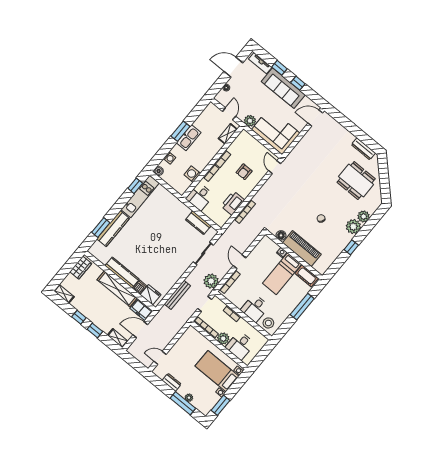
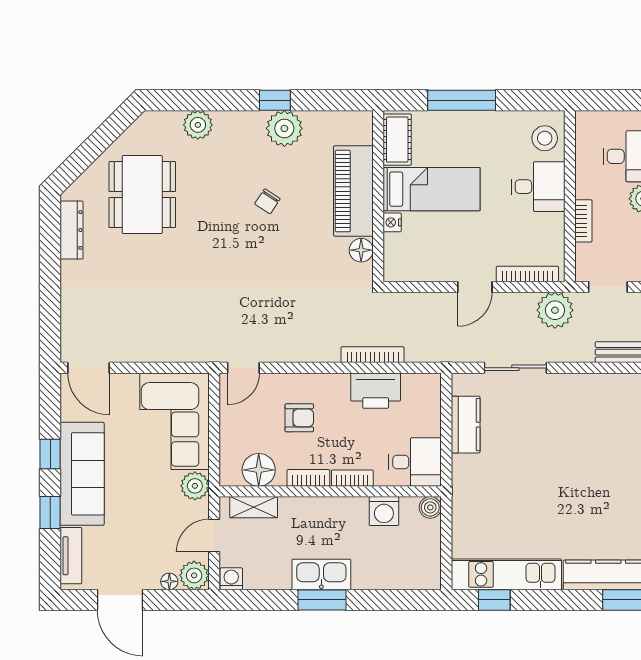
plant: (222, 97) -> (194, 575), added
floor lamp: (238, 145) -> (259, 470), added
washing machine: (170, 158) -> (231, 579), moved
boiler: (159, 171) -> (430, 507), moved
plant: (353, 227) -> (284, 128), moved

